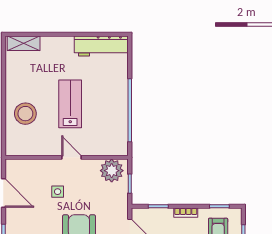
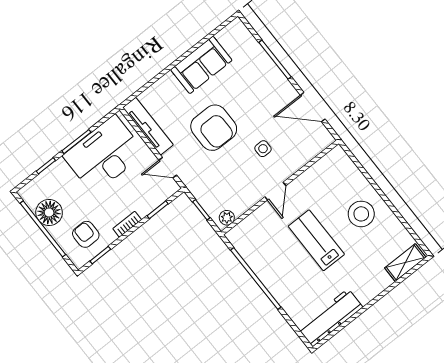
lab bench: (70, 104) -> (316, 240), turned 180
stool: (25, 114) -> (361, 214), moved
door: (72, 157) -> (275, 191), hinge flipped
plant: (112, 171) -> (227, 218), width x0.53, depth x0.53

